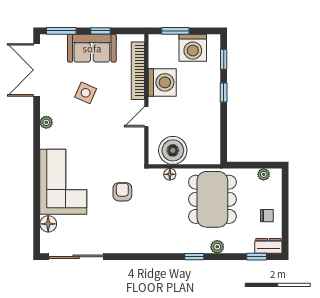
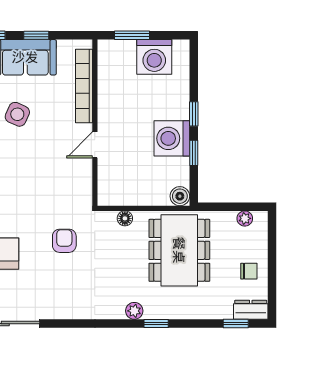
window: (224, 59) -> (194, 153), moved
washing machine: (162, 82) -> (172, 138), moved, turned 180
boiler: (173, 150) -> (180, 196), moved, width x0.54, depth x0.54
plant: (217, 247) -> (134, 311), moved

